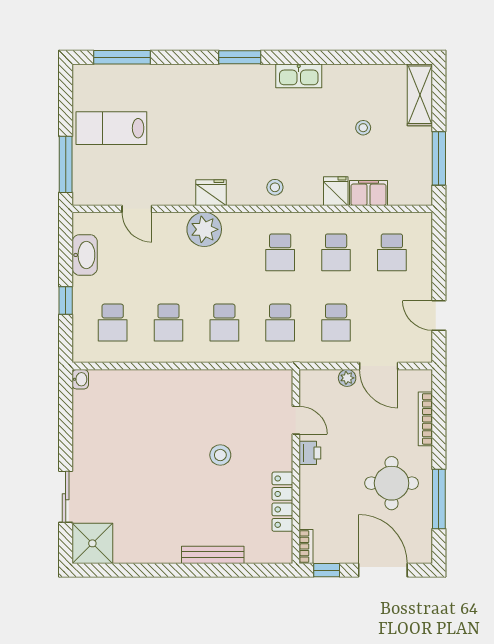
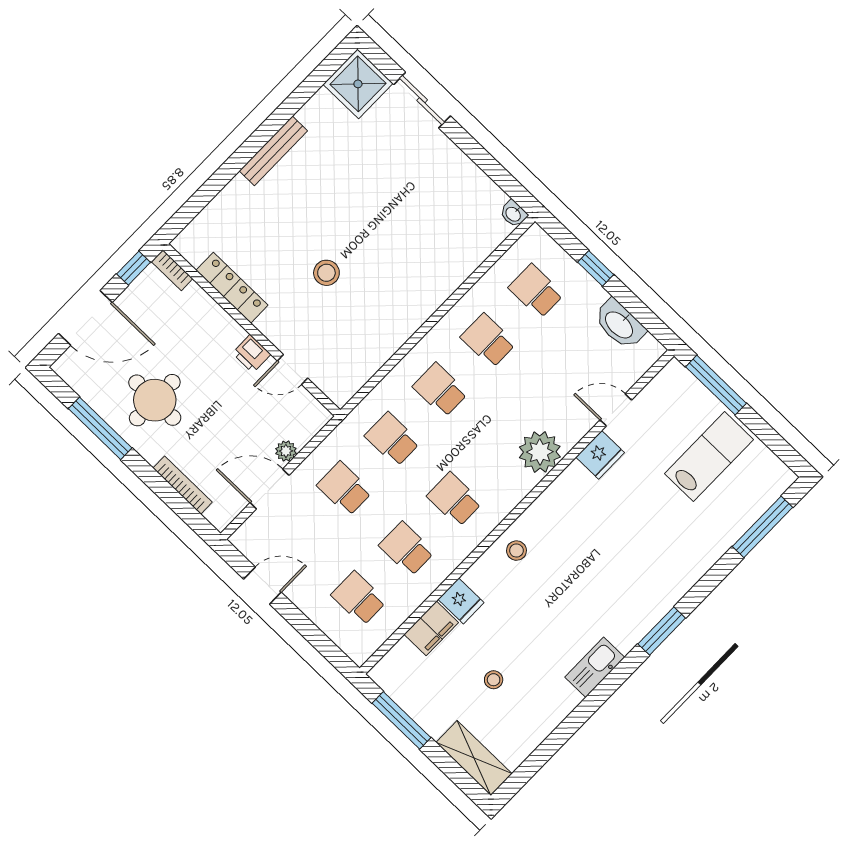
fridge: (211, 193) -> (600, 455), moved
bench: (213, 555) -> (273, 151), moved

